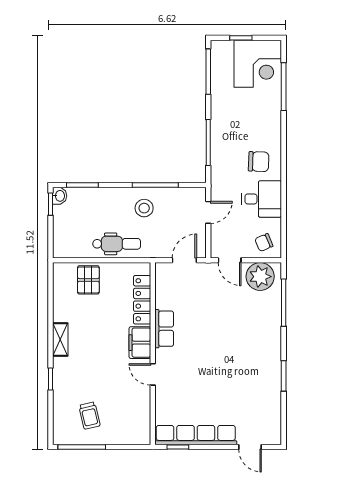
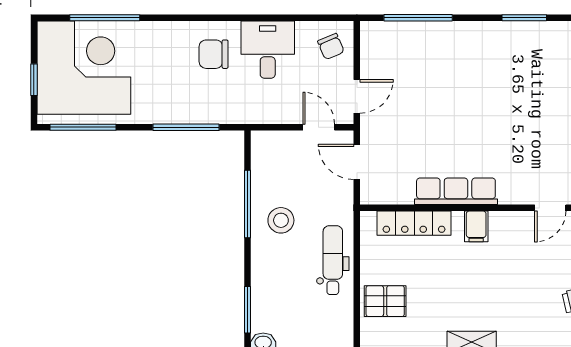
corner desk: (258, 64) -> (84, 68), width x1.36, depth x1.36
chair: (259, 162) -> (214, 54), turned -92
door: (208, 212) -> (319, 127), moved
plant: (260, 277) -> (380, 52), removed
row of seats: (164, 329) -> (456, 191), width x1.48
filing cabinet: (140, 343) -> (476, 226), width x0.50
door: (153, 374) -> (550, 208), moved

